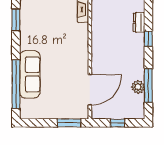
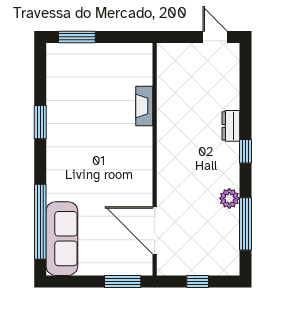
sofa: (30, 74) -> (62, 239), moved
plant: (138, 87) -> (229, 198), moved
door: (90, 90) -> (155, 230), swing flipped

